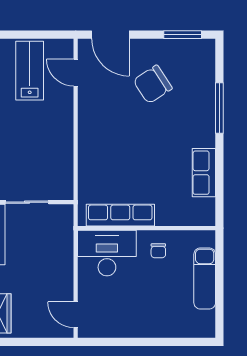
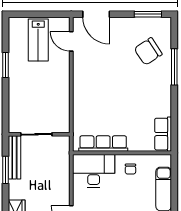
lab bench: (30, 71) -> (38, 40), turned 180
chair: (153, 84) -> (148, 51), moved
row of seats: (204, 173) -> (163, 134), moved

